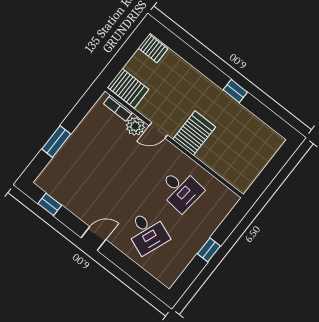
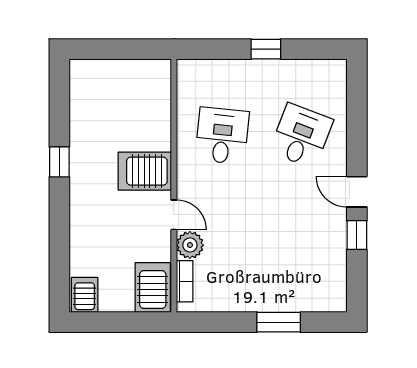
window: (50, 204) -> (357, 235), moved

